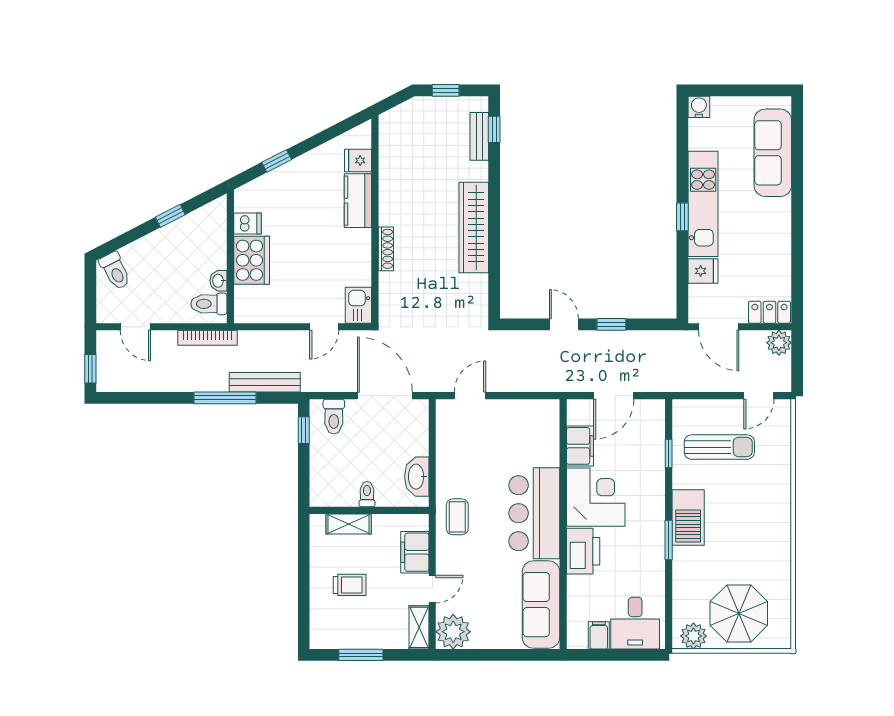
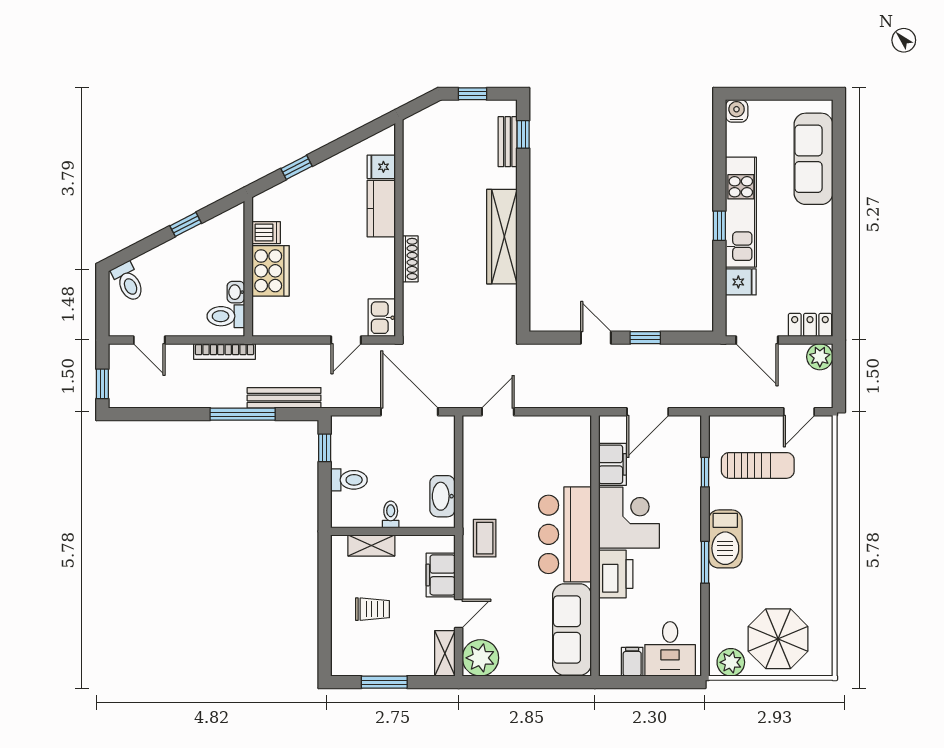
toilet: (334, 417) -> (349, 480), moved, turned -90

